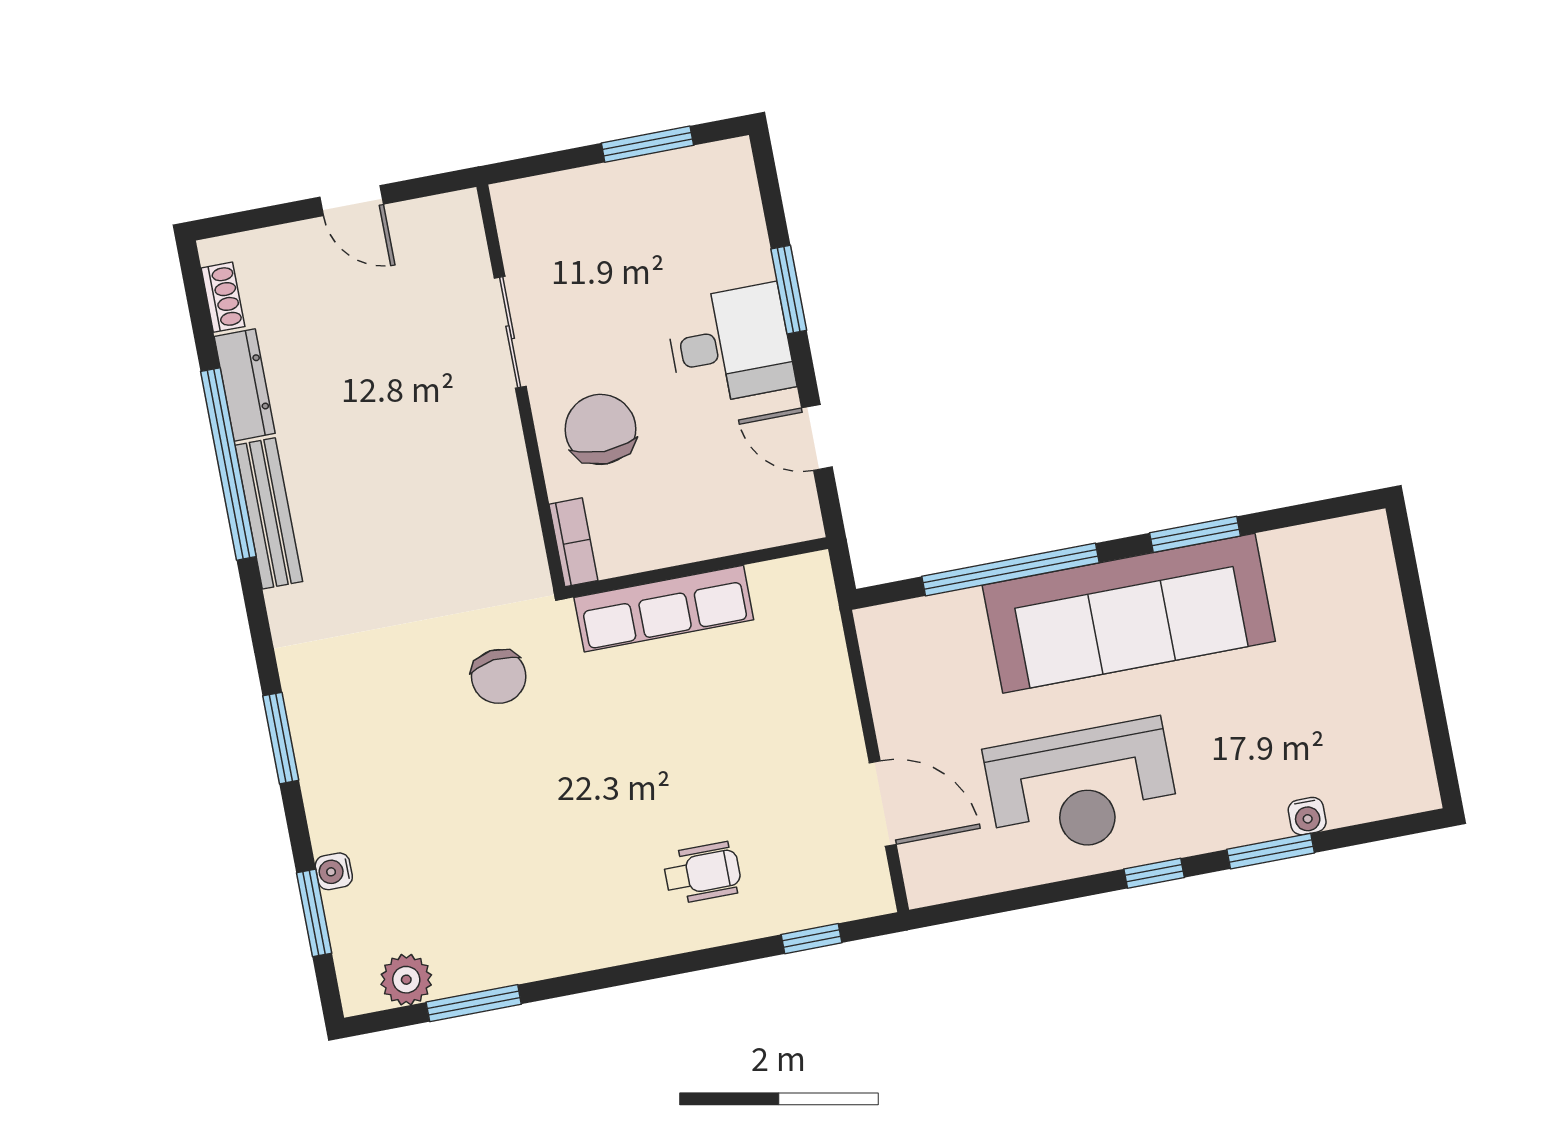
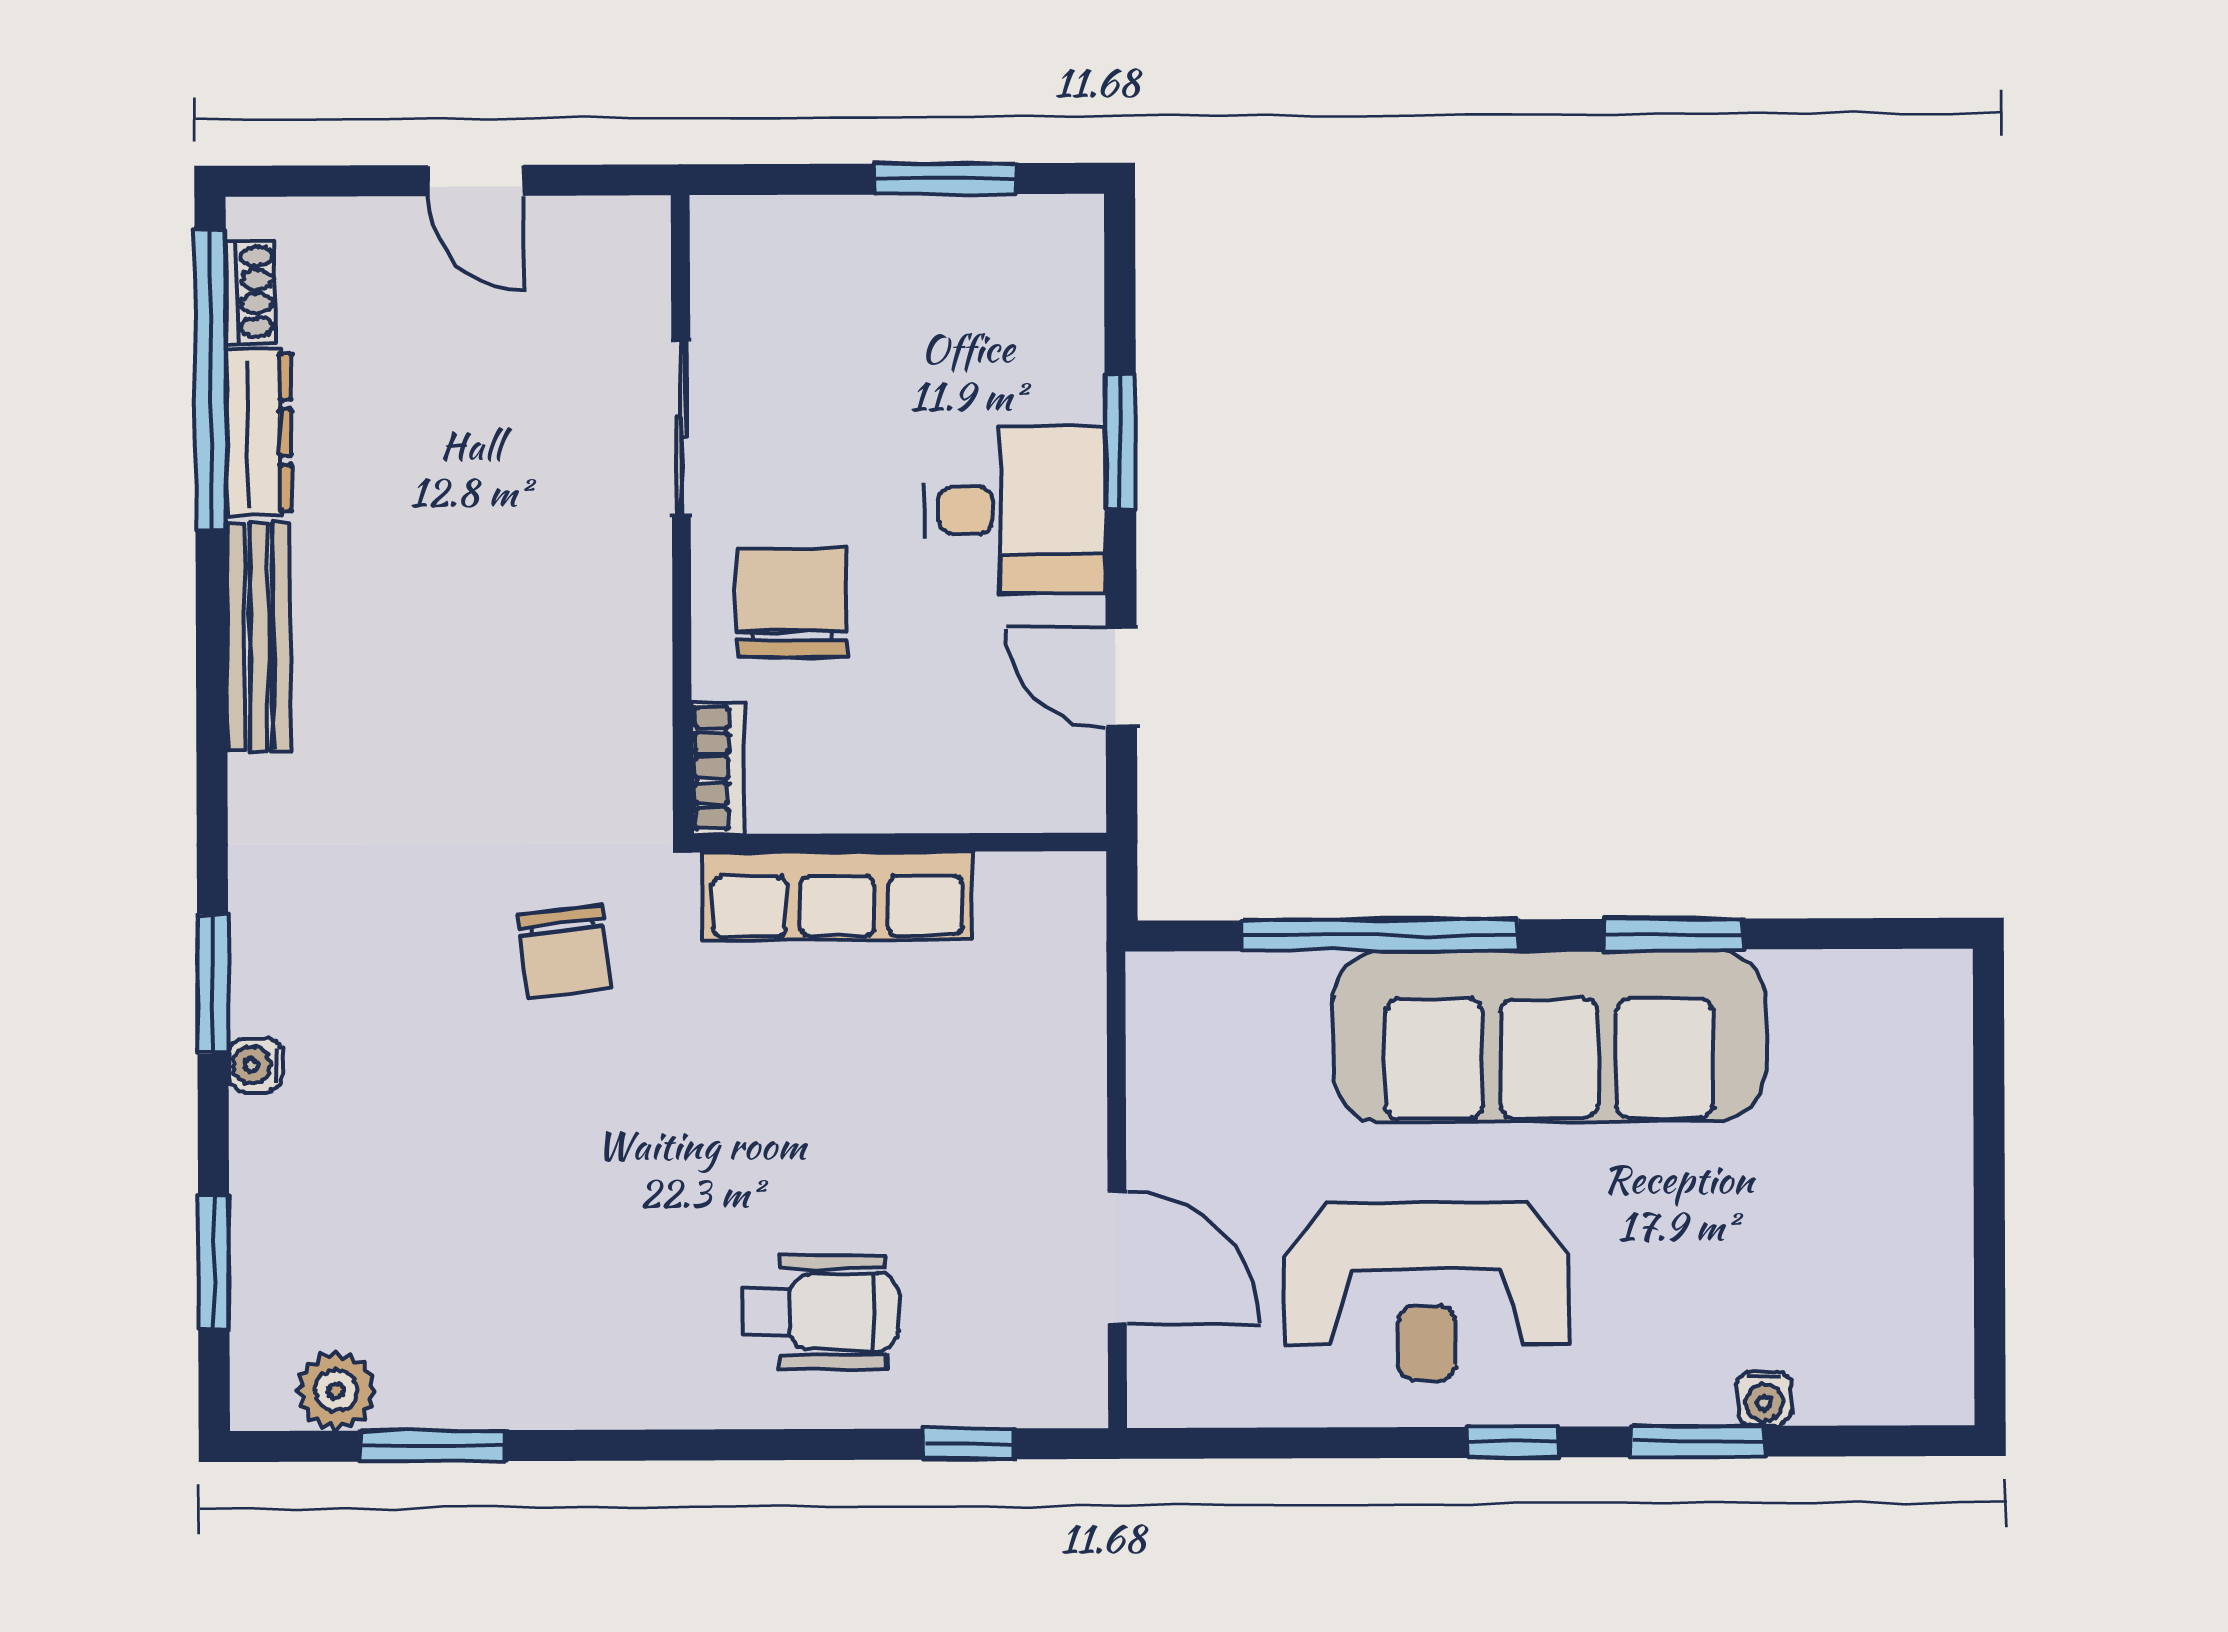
window: (228, 464) -> (211, 380), moved
water cooler: (334, 871) -> (255, 1065), moved
wheelchair: (702, 873) -> (821, 1312), width x1.36, depth x1.37

